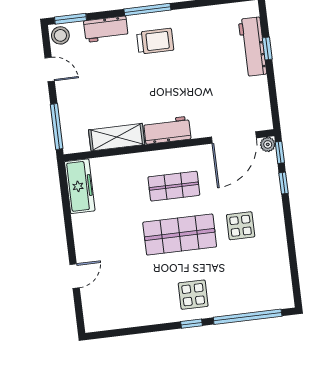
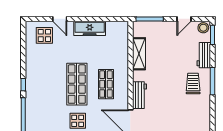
trolley: (155, 41) -> (193, 83), turned 180
workbench: (167, 130) -> (139, 95), moved
freezer: (80, 186) -> (90, 28), moved
display table: (193, 295) -> (44, 35), moved

